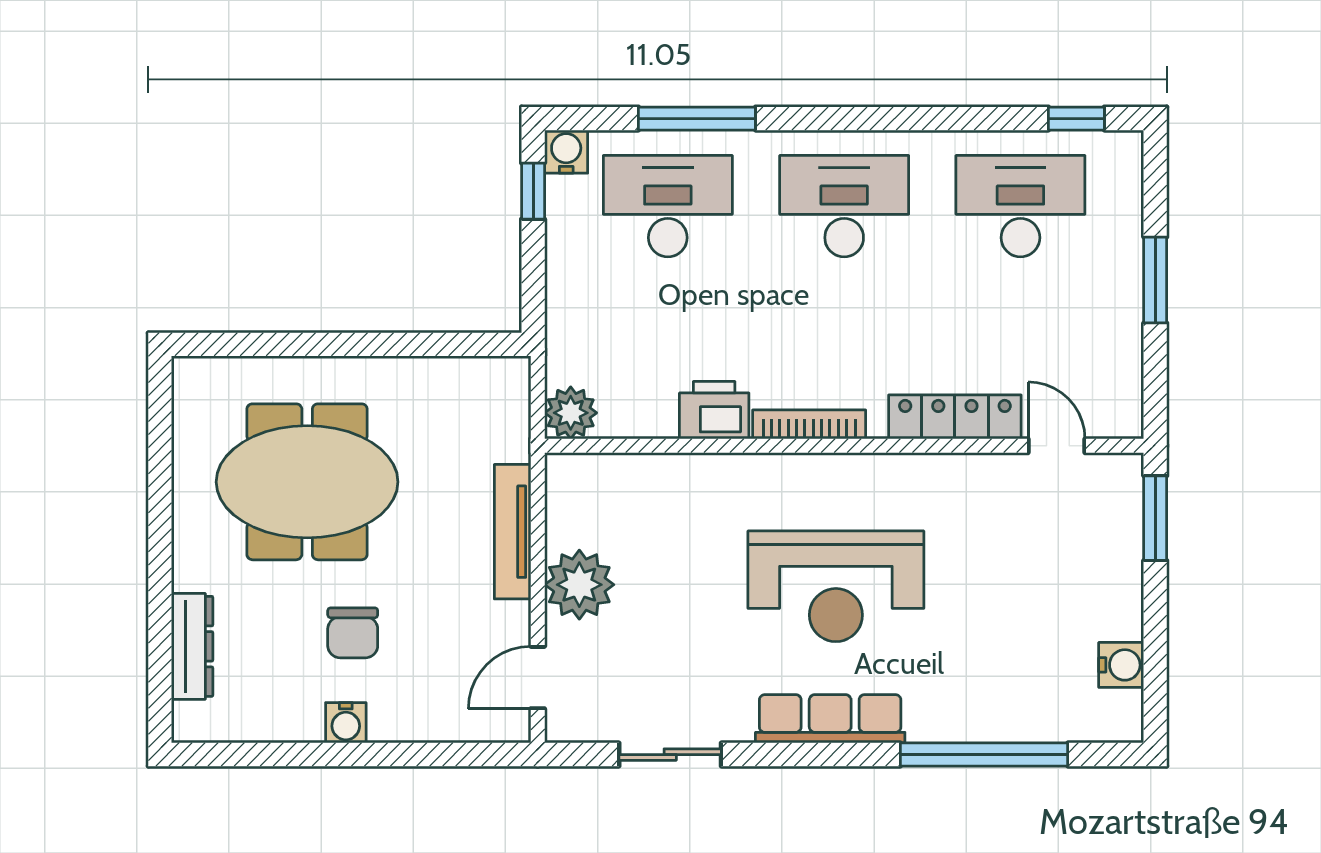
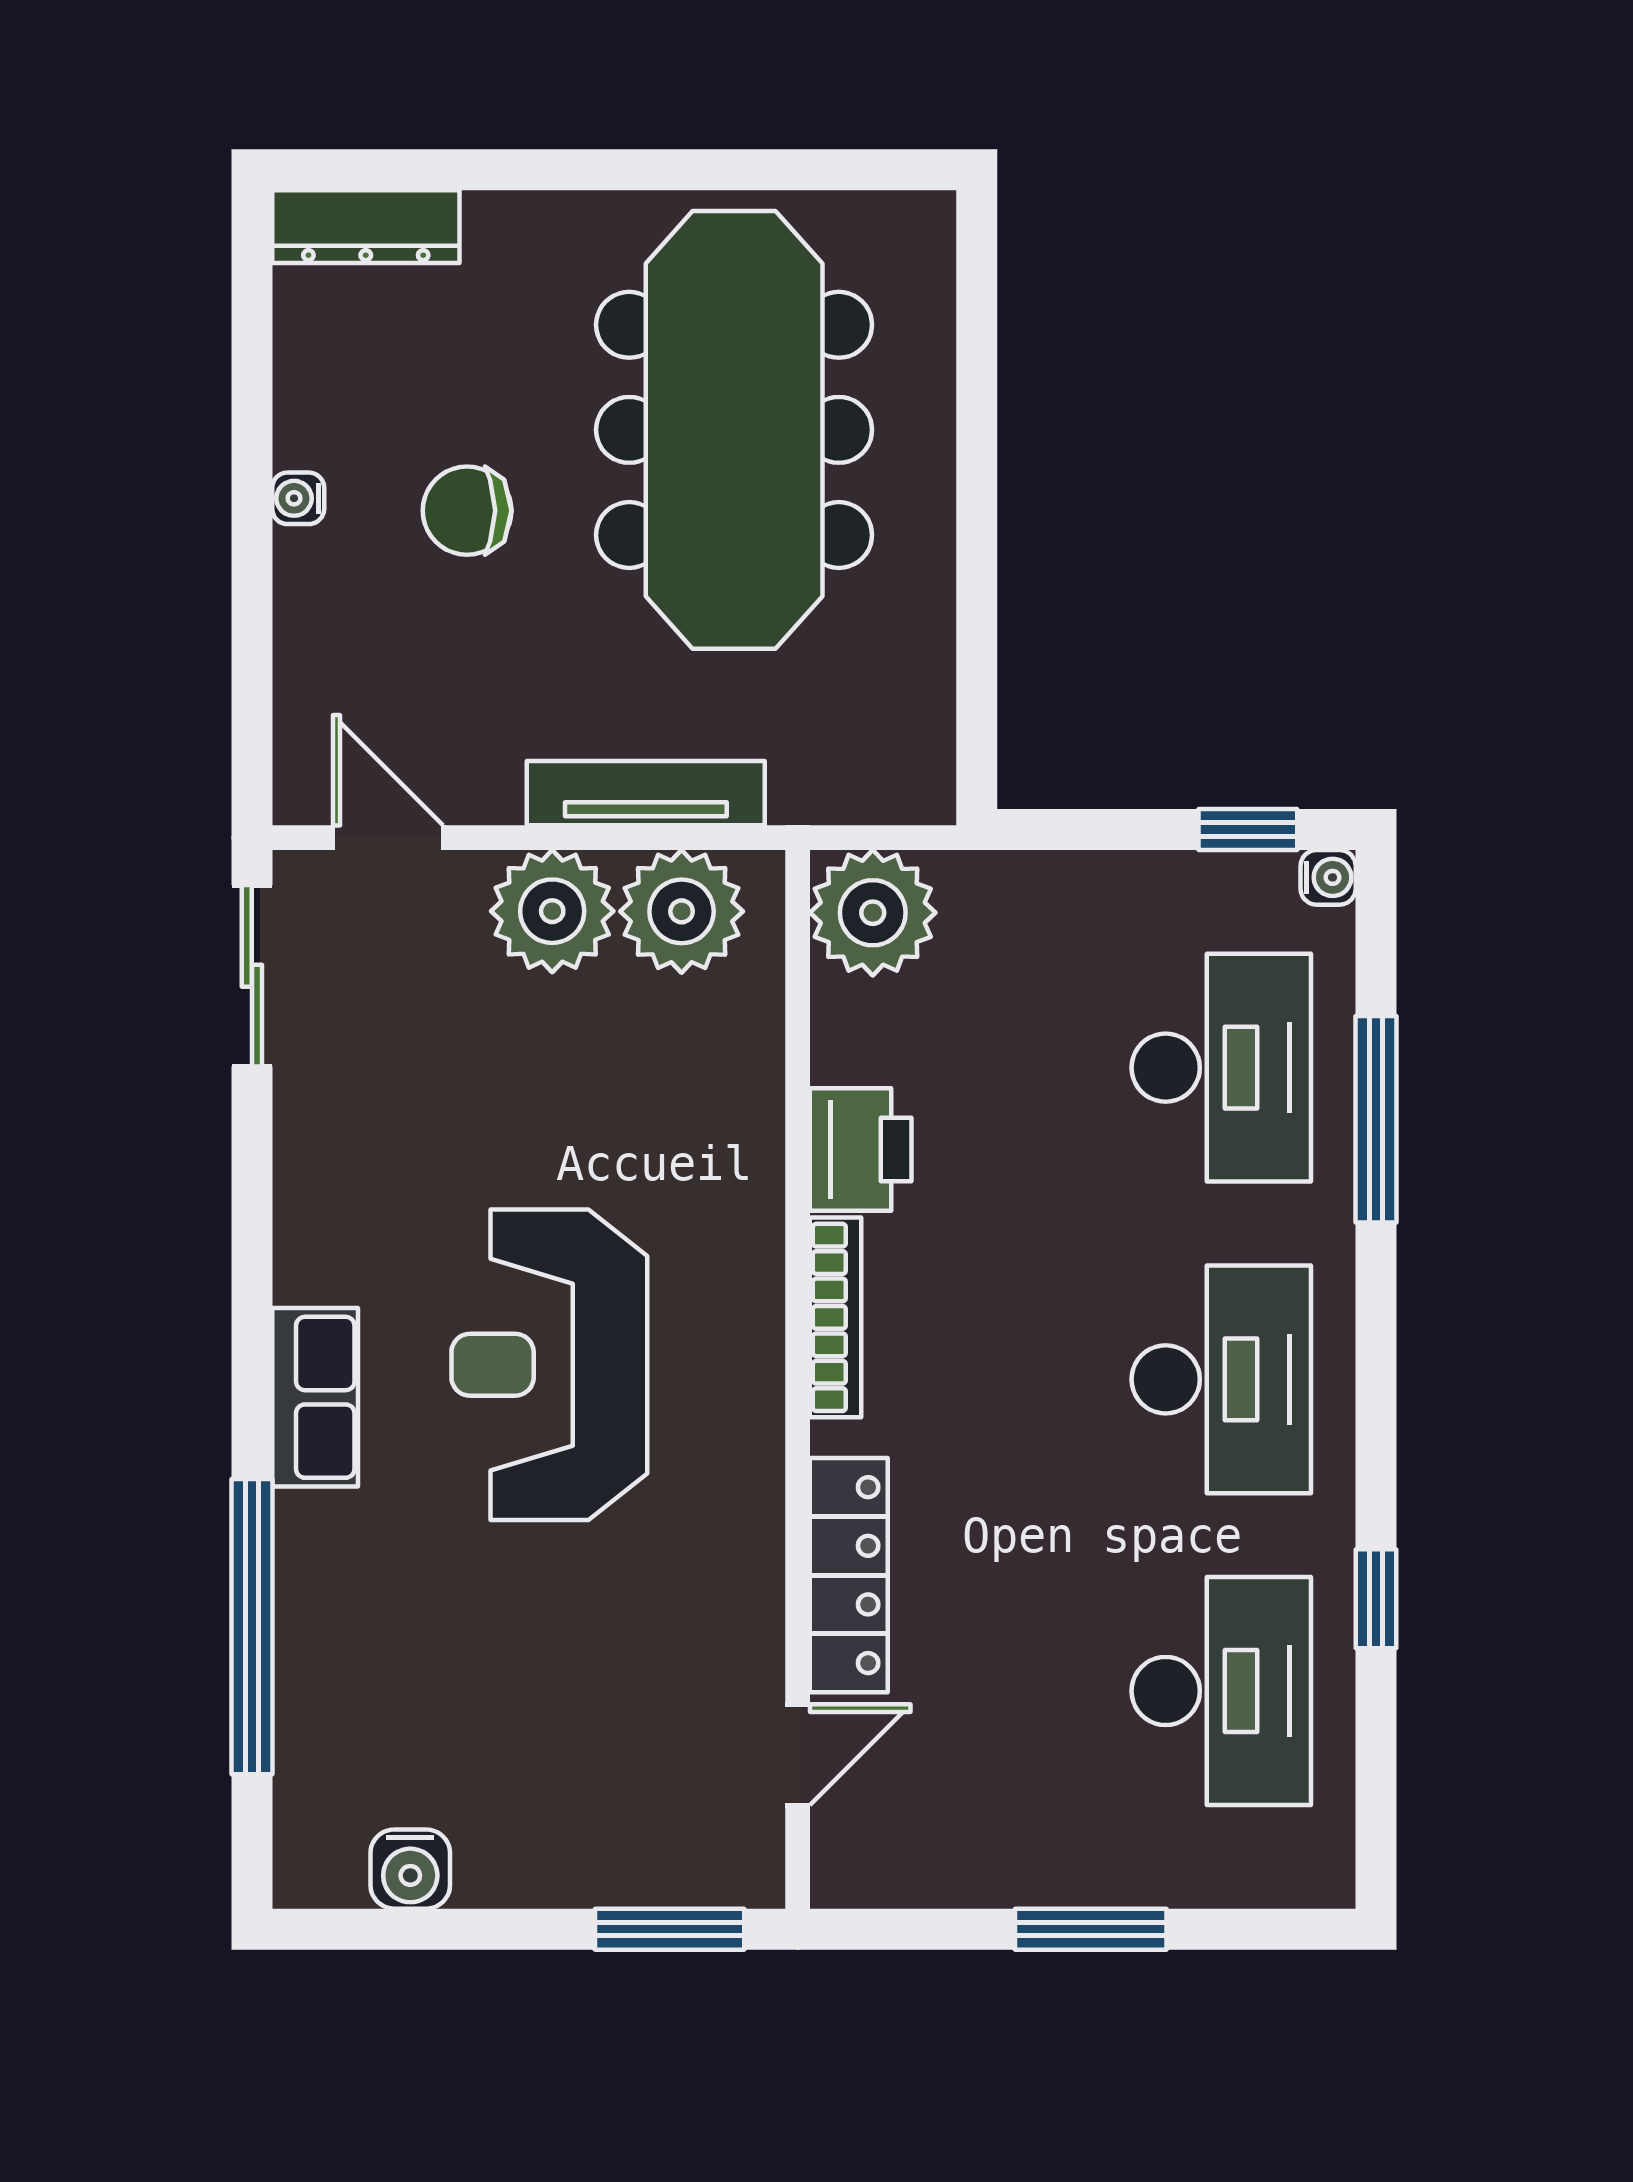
window: (1076, 119) -> (1376, 1599), moved
water cooler: (566, 152) -> (1328, 877), width x0.72, depth x0.72
plant: (571, 413) -> (873, 913), width x1.36, depth x1.36
meeting table: (307, 482) -> (734, 430), width x1.36
plant: (579, 511) -> (682, 911), added
dresser: (192, 646) -> (366, 227), moved
row of seats: (830, 719) -> (315, 1397), width x0.68
water cooler: (346, 723) -> (298, 498), width x0.72, depth x0.72
sliding door: (670, 755) -> (252, 976), moved

